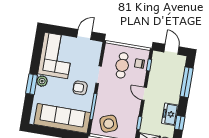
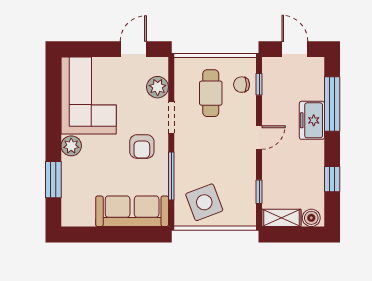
plant: (94, 57) -> (158, 87), added
window: (32, 84) -> (53, 180), moved
armchair: (80, 88) -> (142, 147), turned -90
door: (144, 94) -> (259, 138), swing flipped
freezer: (170, 114) -> (312, 120), moved
sofa: (62, 118) -> (132, 211), width x0.74, depth x0.79

